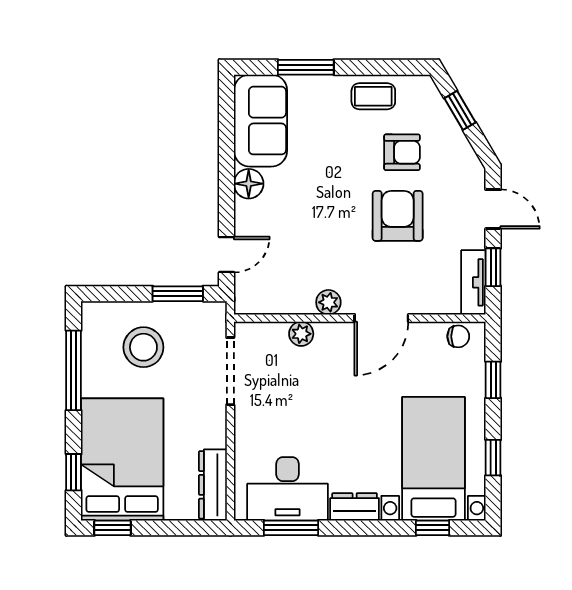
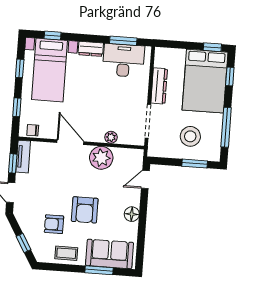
sofa: (260, 121) -> (110, 254), moved, turned 90
armchair: (398, 216) -> (85, 210), moved
window: (178, 294) -> (195, 164), moved
plant: (328, 302) -> (101, 158), width x1.88, depth x1.88
door: (381, 318) -> (70, 142), hinge flipped
dresser: (213, 485) -> (159, 86), moved

